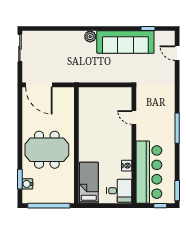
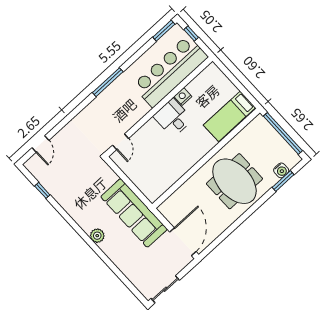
sofa: (125, 42) -> (134, 213), moved, turned 180
door: (134, 117) -> (120, 142), moved
desk: (119, 191) -> (173, 118), moved

